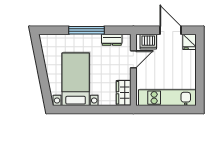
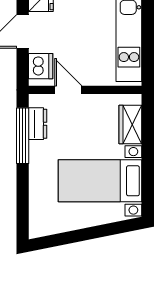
window: (87, 30) -> (23, 136), moved
wardrobe: (124, 93) -> (130, 125), moved, turned 90

